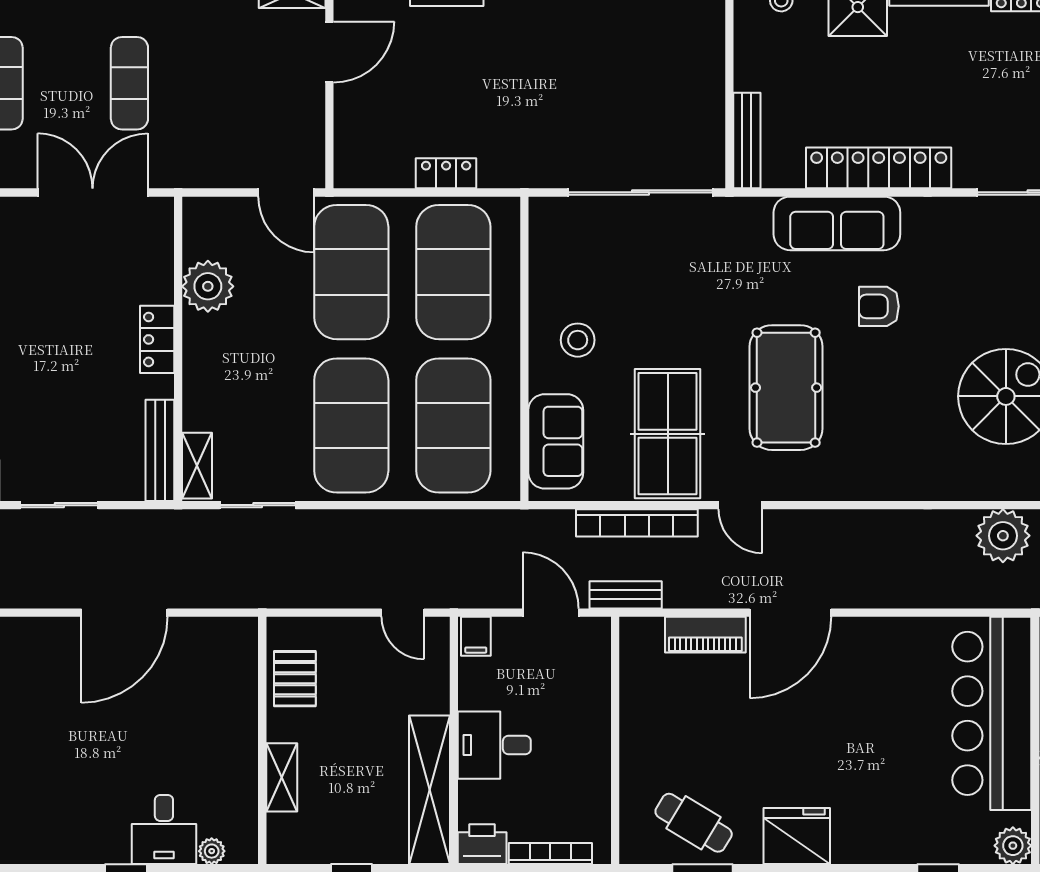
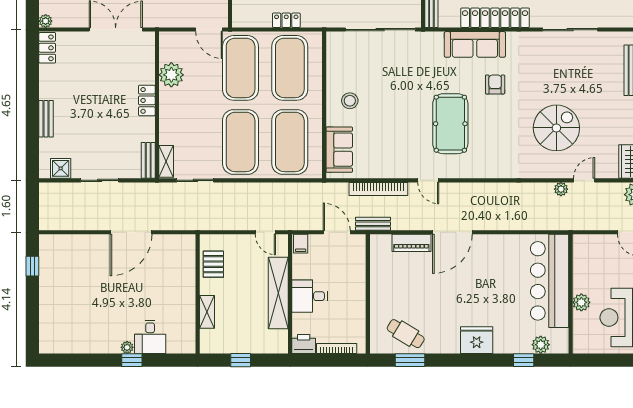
armchair: (879, 306) -> (495, 84), turned 90
table tennis table: (668, 434) -> (393, 146), removed
bench: (160, 450) -> (148, 160), width x0.73
plant: (1003, 536) -> (561, 189), width x0.53, depth x0.53
shelving: (429, 790) -> (278, 293), moved
fridge: (797, 836) -> (477, 340), moved
plant: (1013, 846) -> (541, 345), moved
plant: (212, 851) -> (127, 347), moved

